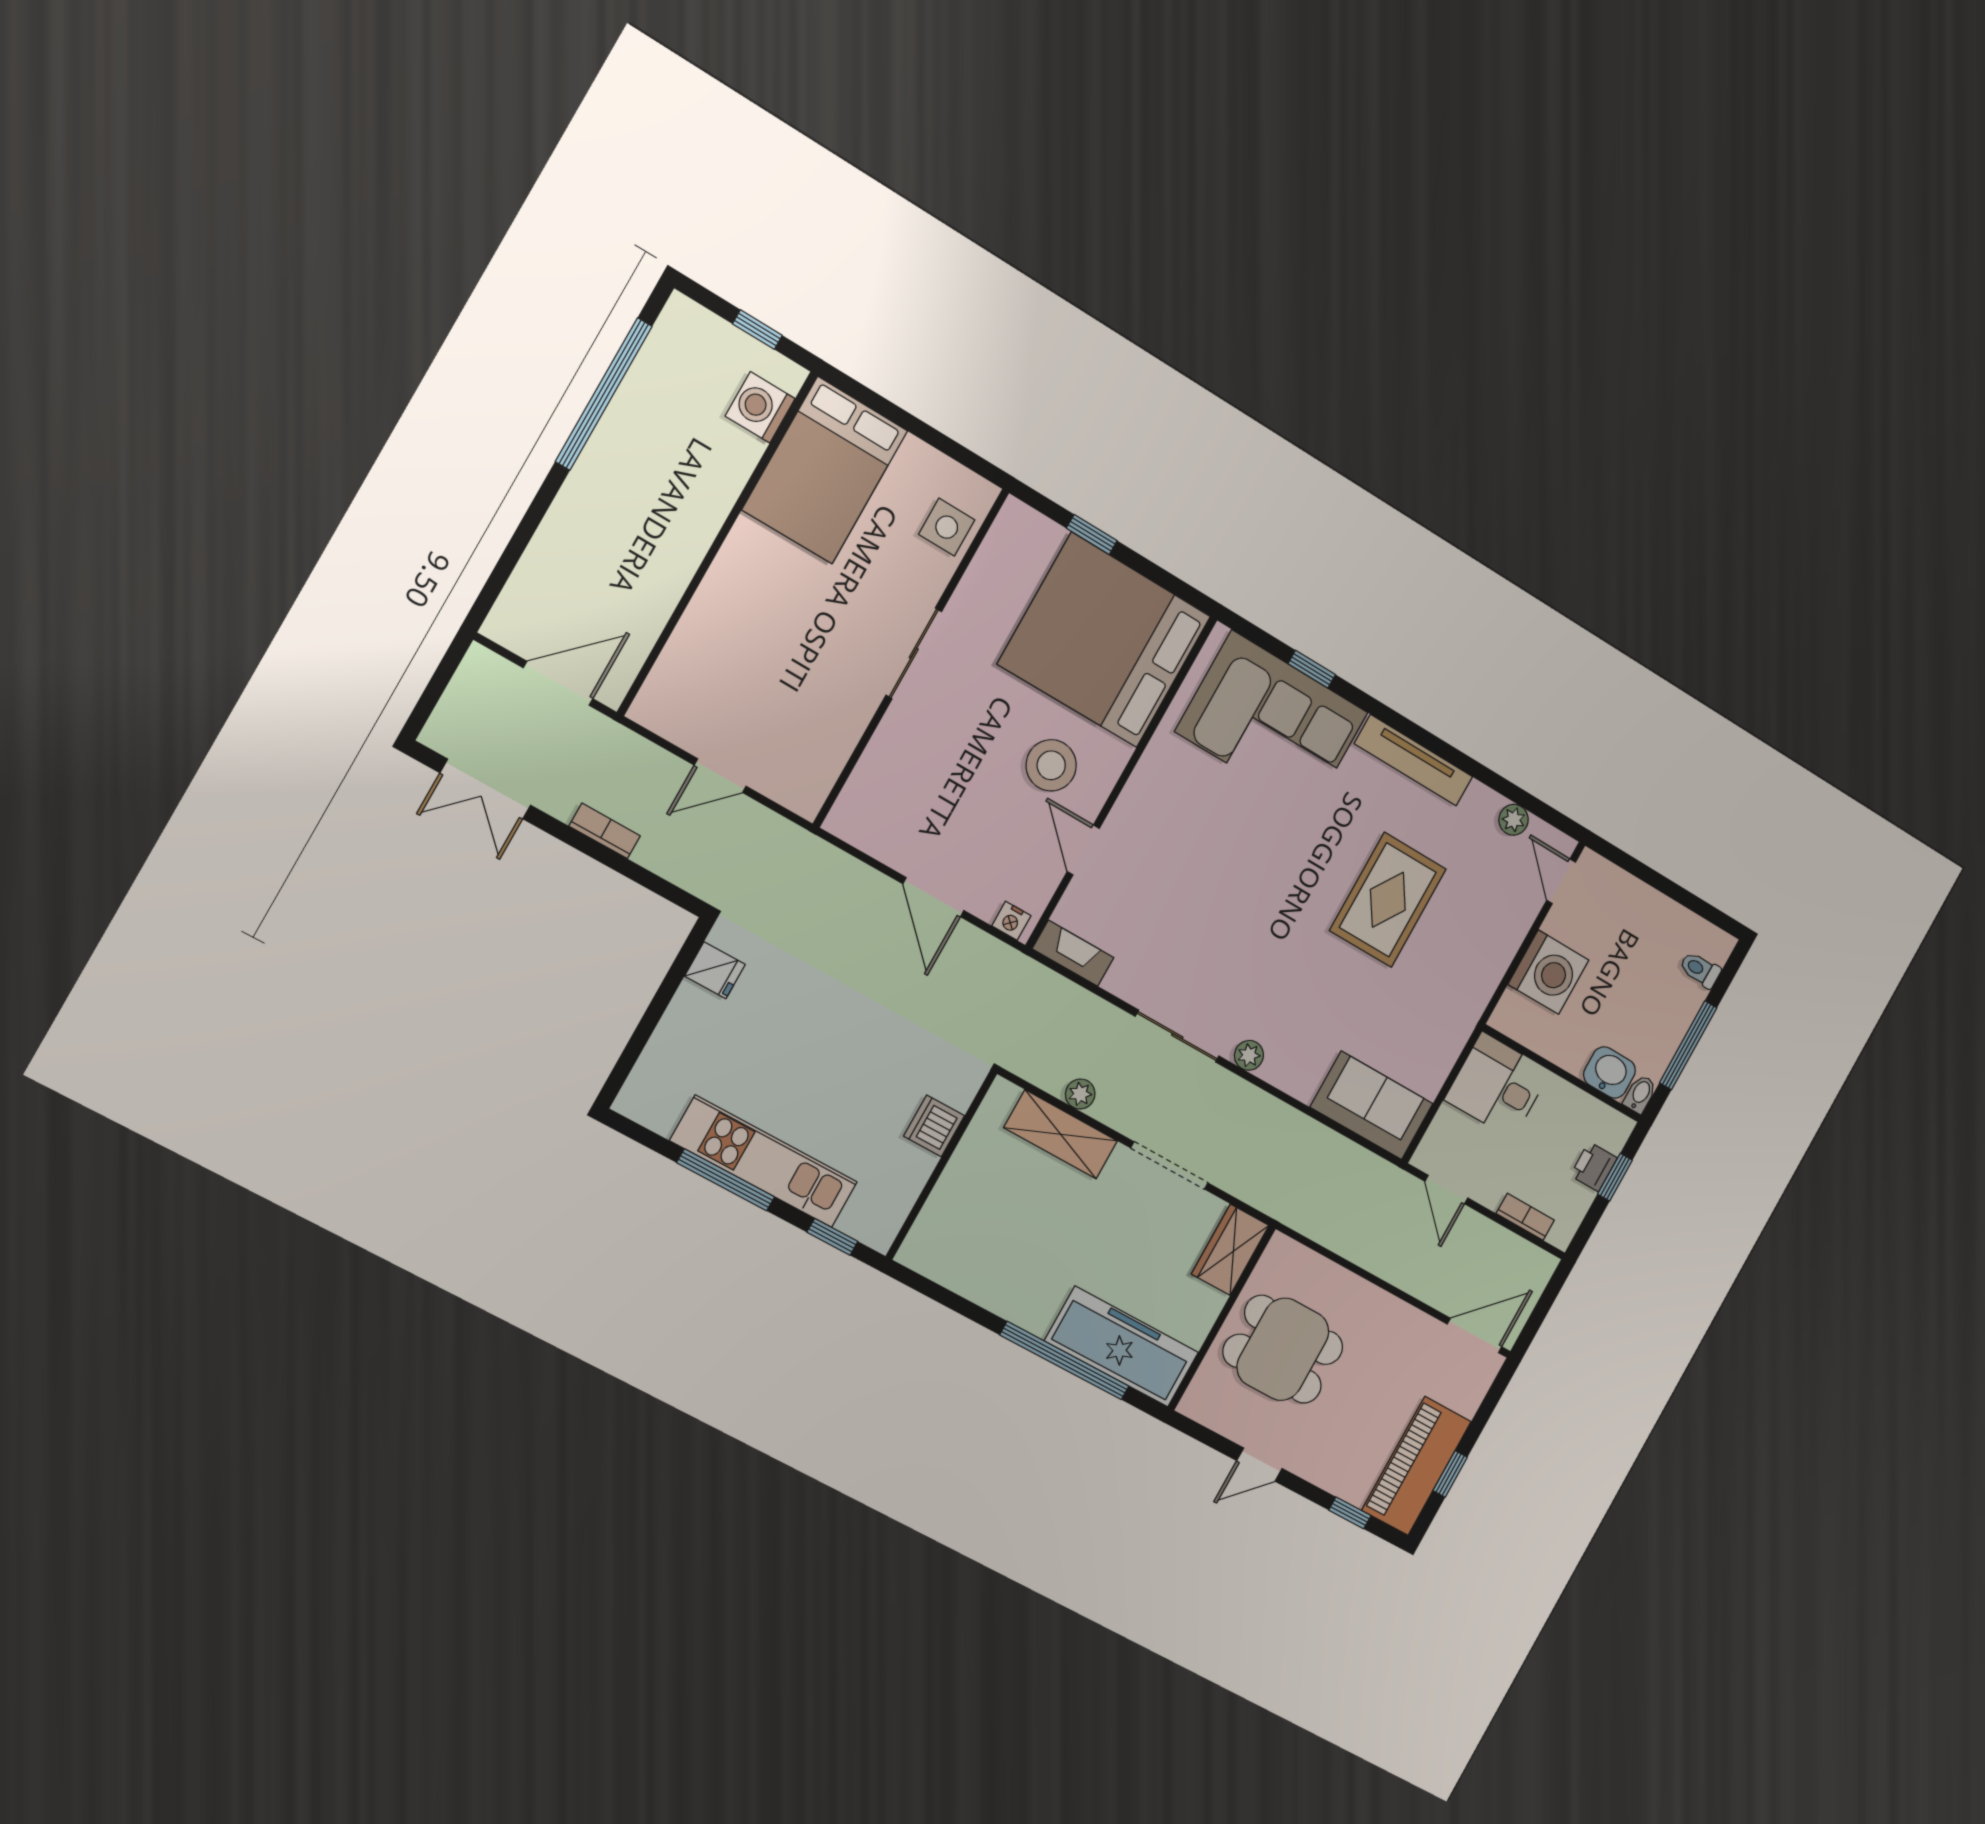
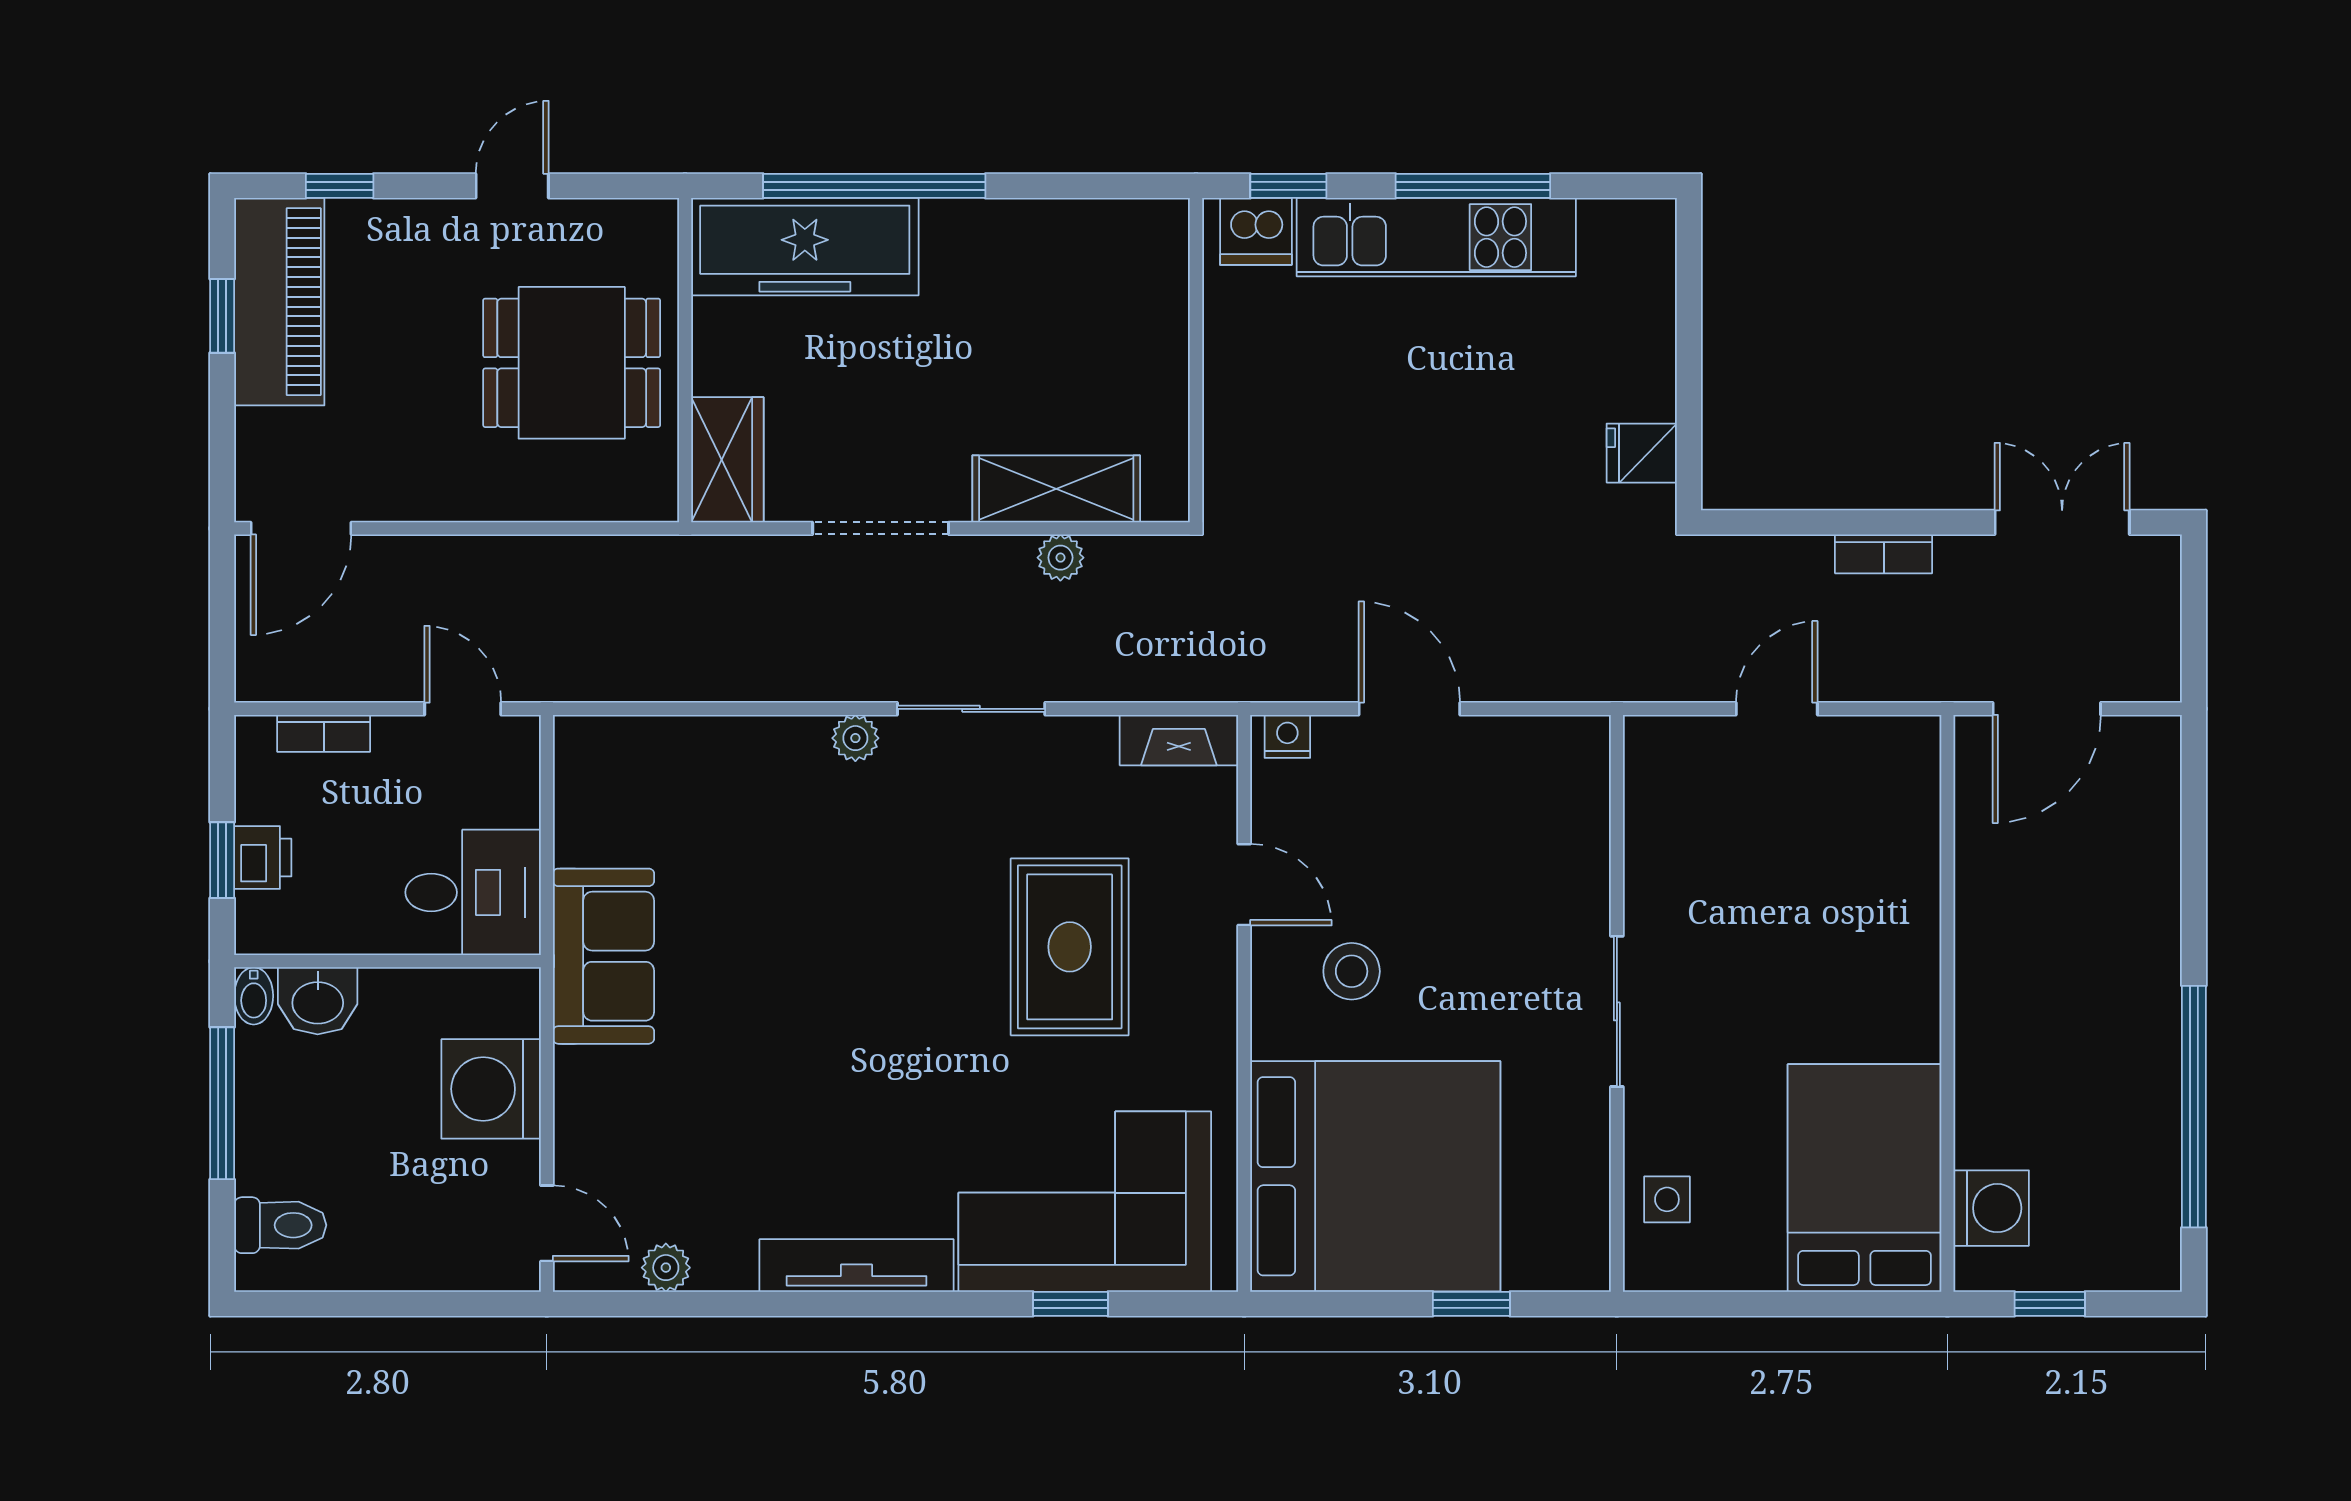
side table: (947, 527) -> (1667, 1199), width x0.73, depth x0.73
stool: (1051, 765) -> (1352, 971), width x0.73, depth x0.73
rug: (1388, 900) -> (1070, 947), moved
toilet: (1700, 970) -> (280, 1225), width x1.37, depth x1.39
sofa: (1372, 1105) -> (603, 956), moved, turned -90
dishwasher: (934, 1126) -> (1256, 231), moved, turned 90

